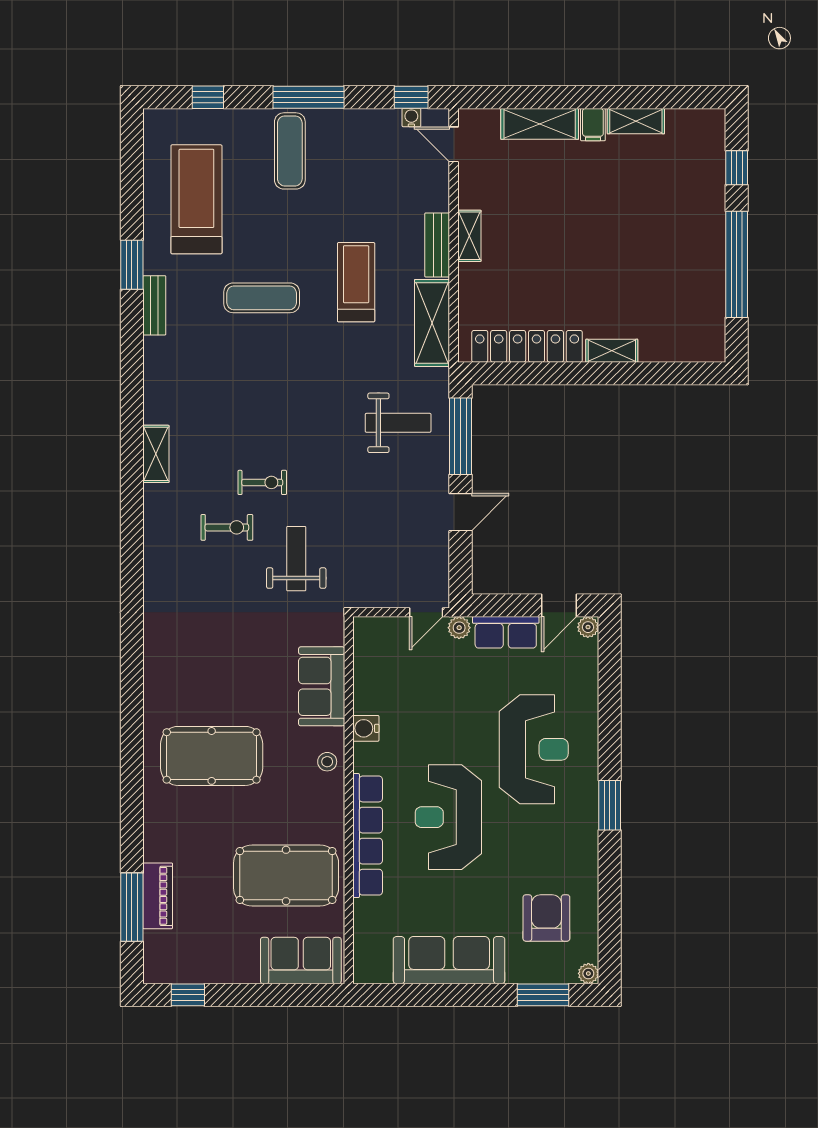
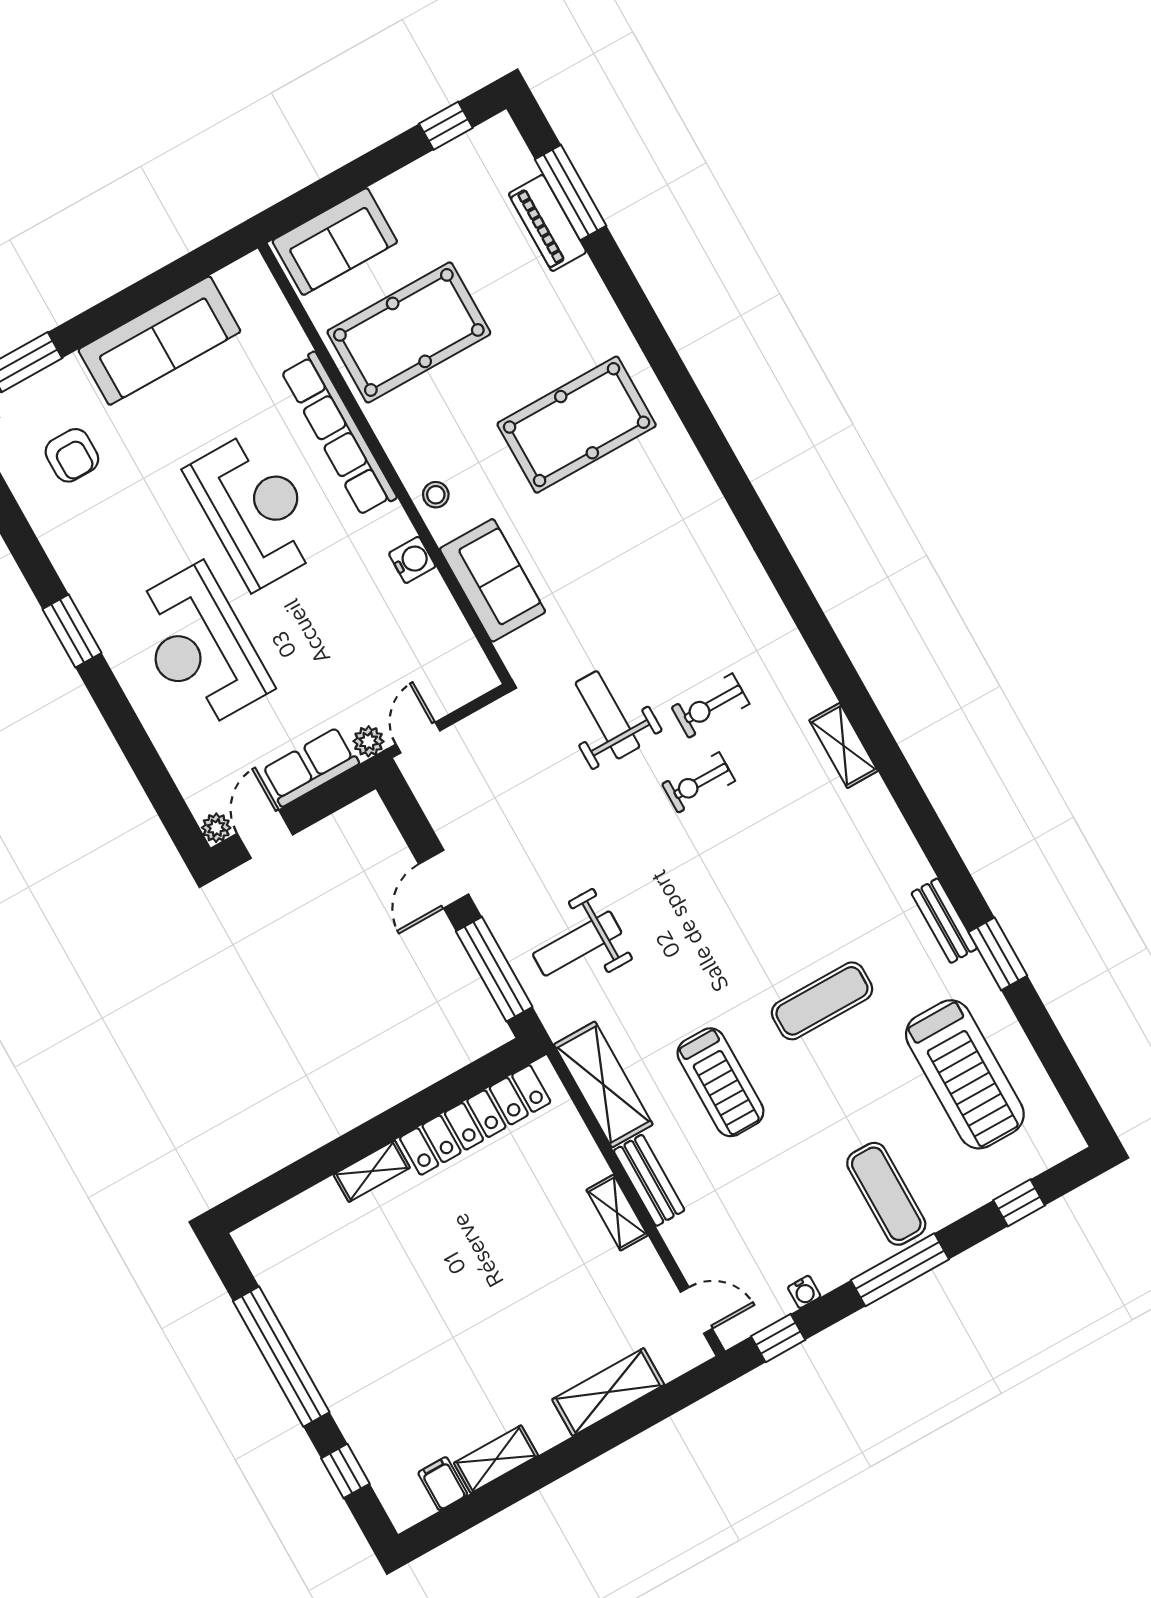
water cooler: (411, 118) -> (804, 1292), moved
filing cabinet: (593, 125) -> (443, 1484), moved
weight bench: (296, 559) -> (607, 715), turned 180
armchair: (546, 918) -> (72, 455), width x0.72, depth x0.72

